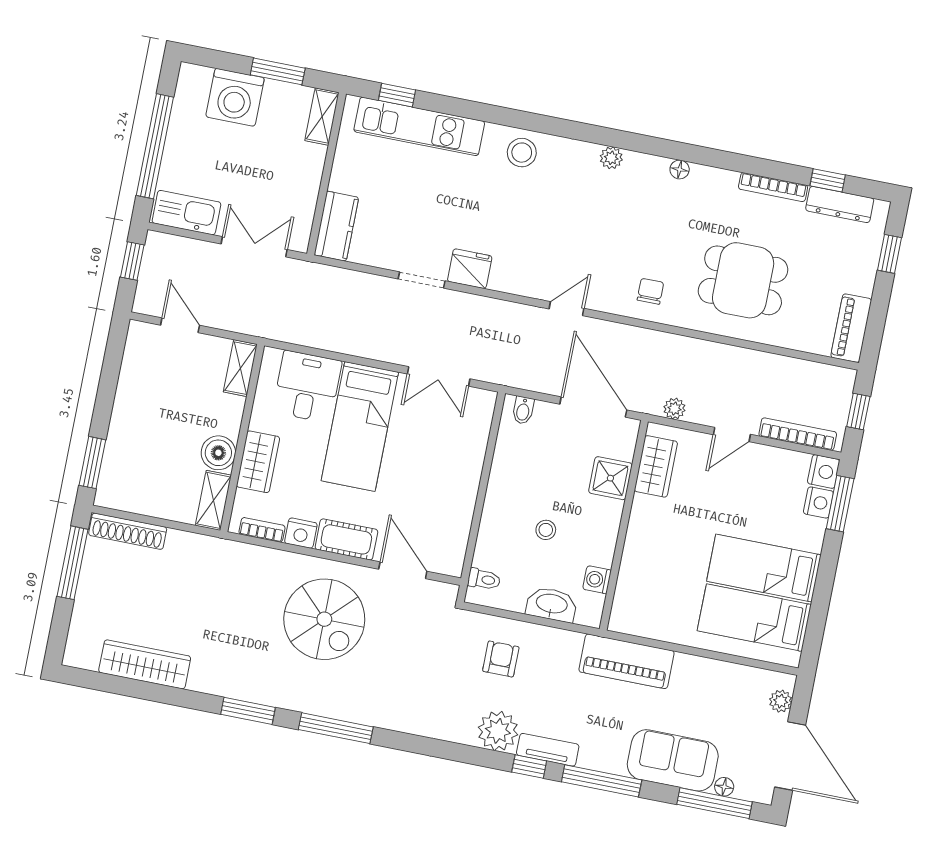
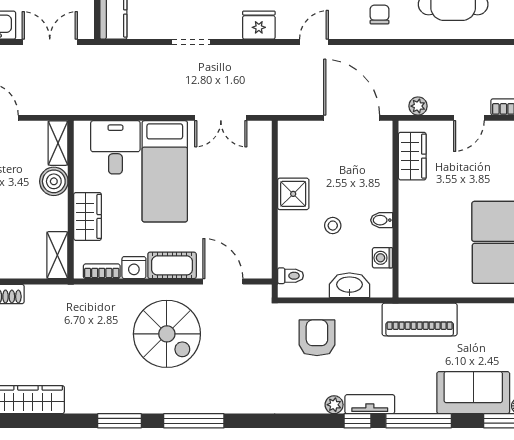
fridge: (470, 269) -> (259, 25), moved
bidet: (523, 410) -> (382, 220), moved, turned 90
boiler: (218, 453) -> (54, 181), moved
shower: (610, 478) -> (293, 194), moved
armchair: (501, 659) -> (317, 338), width x1.38, depth x1.38
plant: (498, 731) -> (334, 405), width x0.53, depth x0.53

